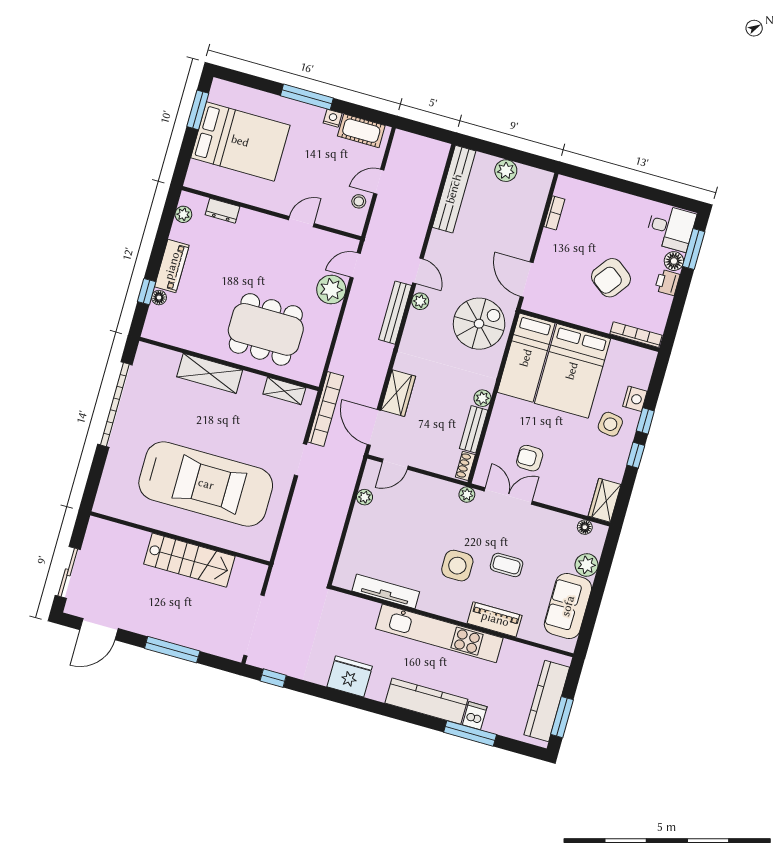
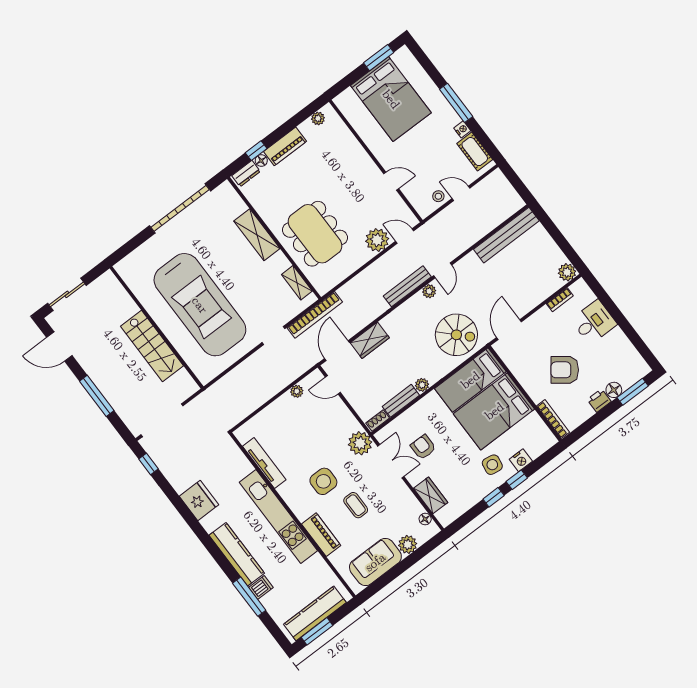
plant: (506, 171) -> (567, 272), moved
dresser: (223, 211) -> (246, 174), moved, turned -90
desk: (671, 228) -> (594, 322), moved, turned -90
plant: (467, 495) -> (360, 443), width x1.87, depth x1.87
wardrobe: (605, 500) -> (431, 495), moved, turned 90

